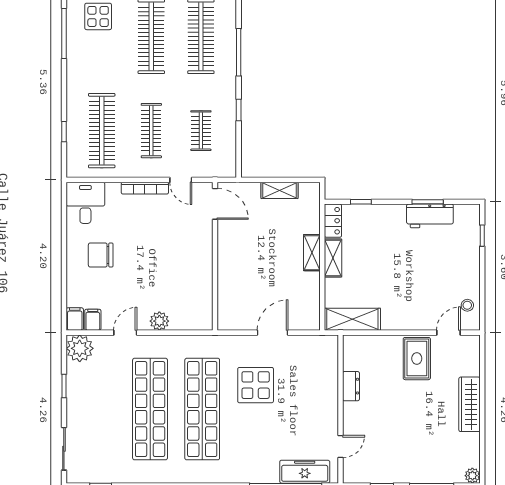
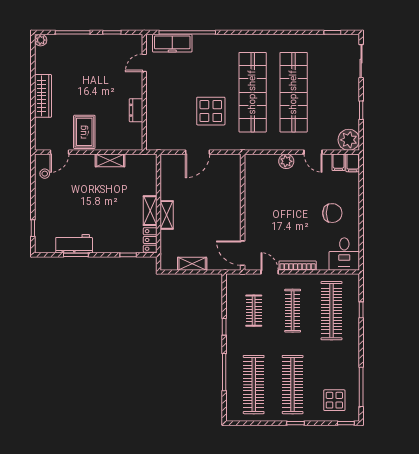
shelving: (352, 319) -> (110, 160), moved, width x0.67, depth x0.75
door: (125, 333) -> (313, 152), hinge flipped

